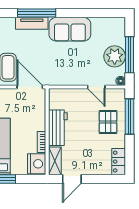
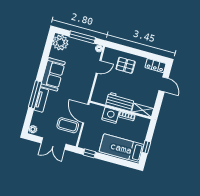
plant: (115, 56) -> (60, 43), moved
door: (30, 87) -> (86, 114), hinge flipped
window: (129, 116) -> (126, 49), removed
nightstand: (37, 164) -> (111, 115), moved
door: (72, 179) -> (164, 84), moved

